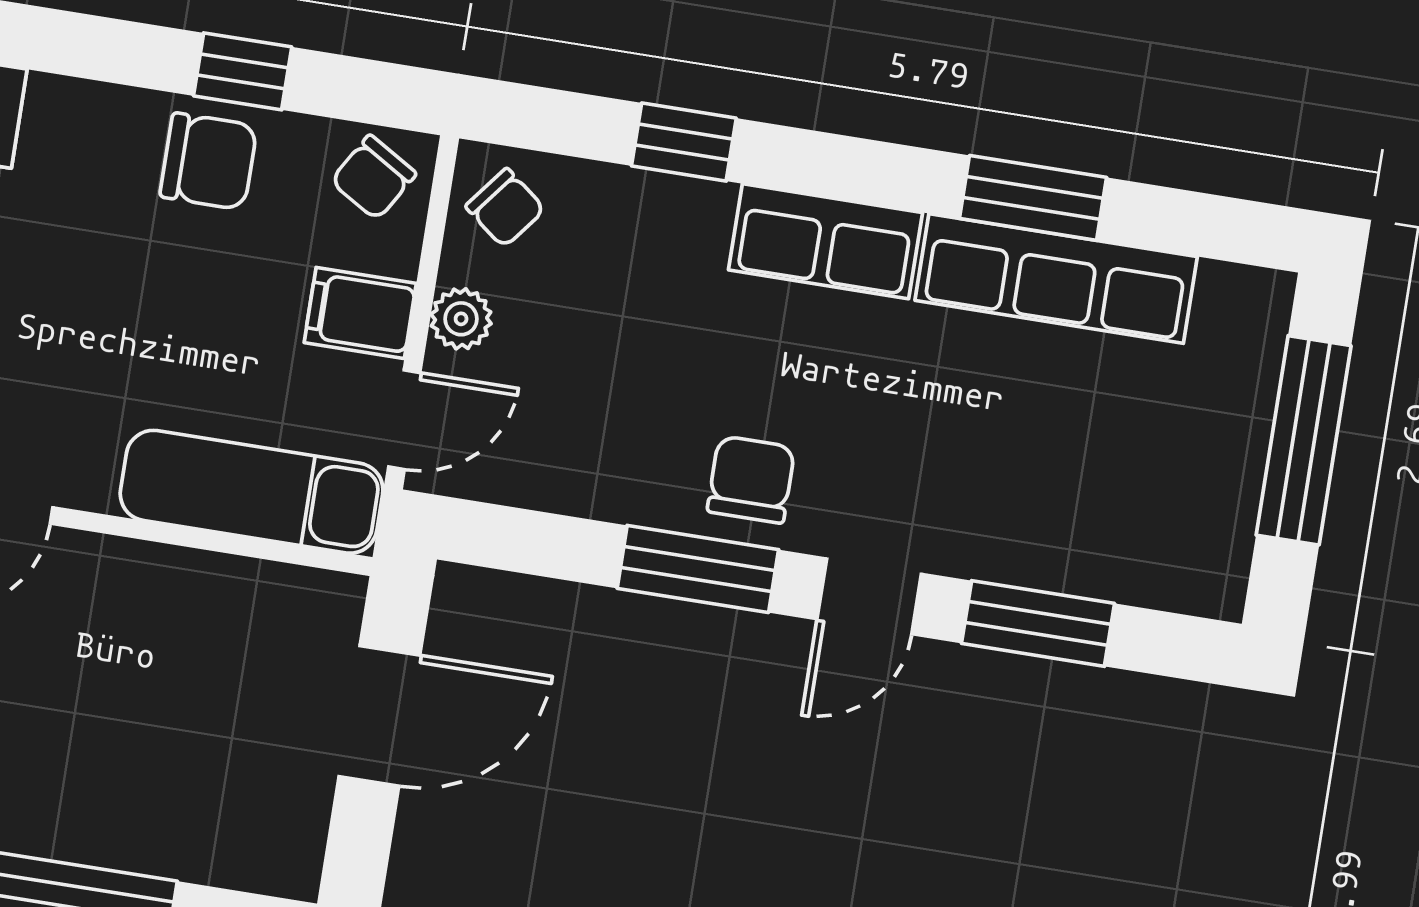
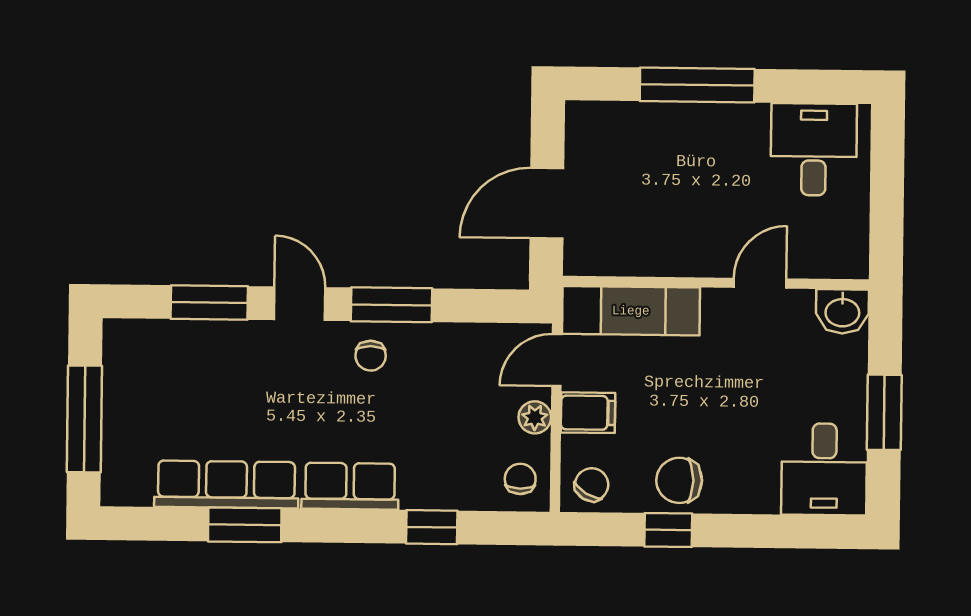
chair: (505, 208) -> (520, 479), turned 52
chair: (751, 480) -> (371, 356), width x0.73, depth x0.73
door: (869, 596) -> (300, 304), hinge flipped

